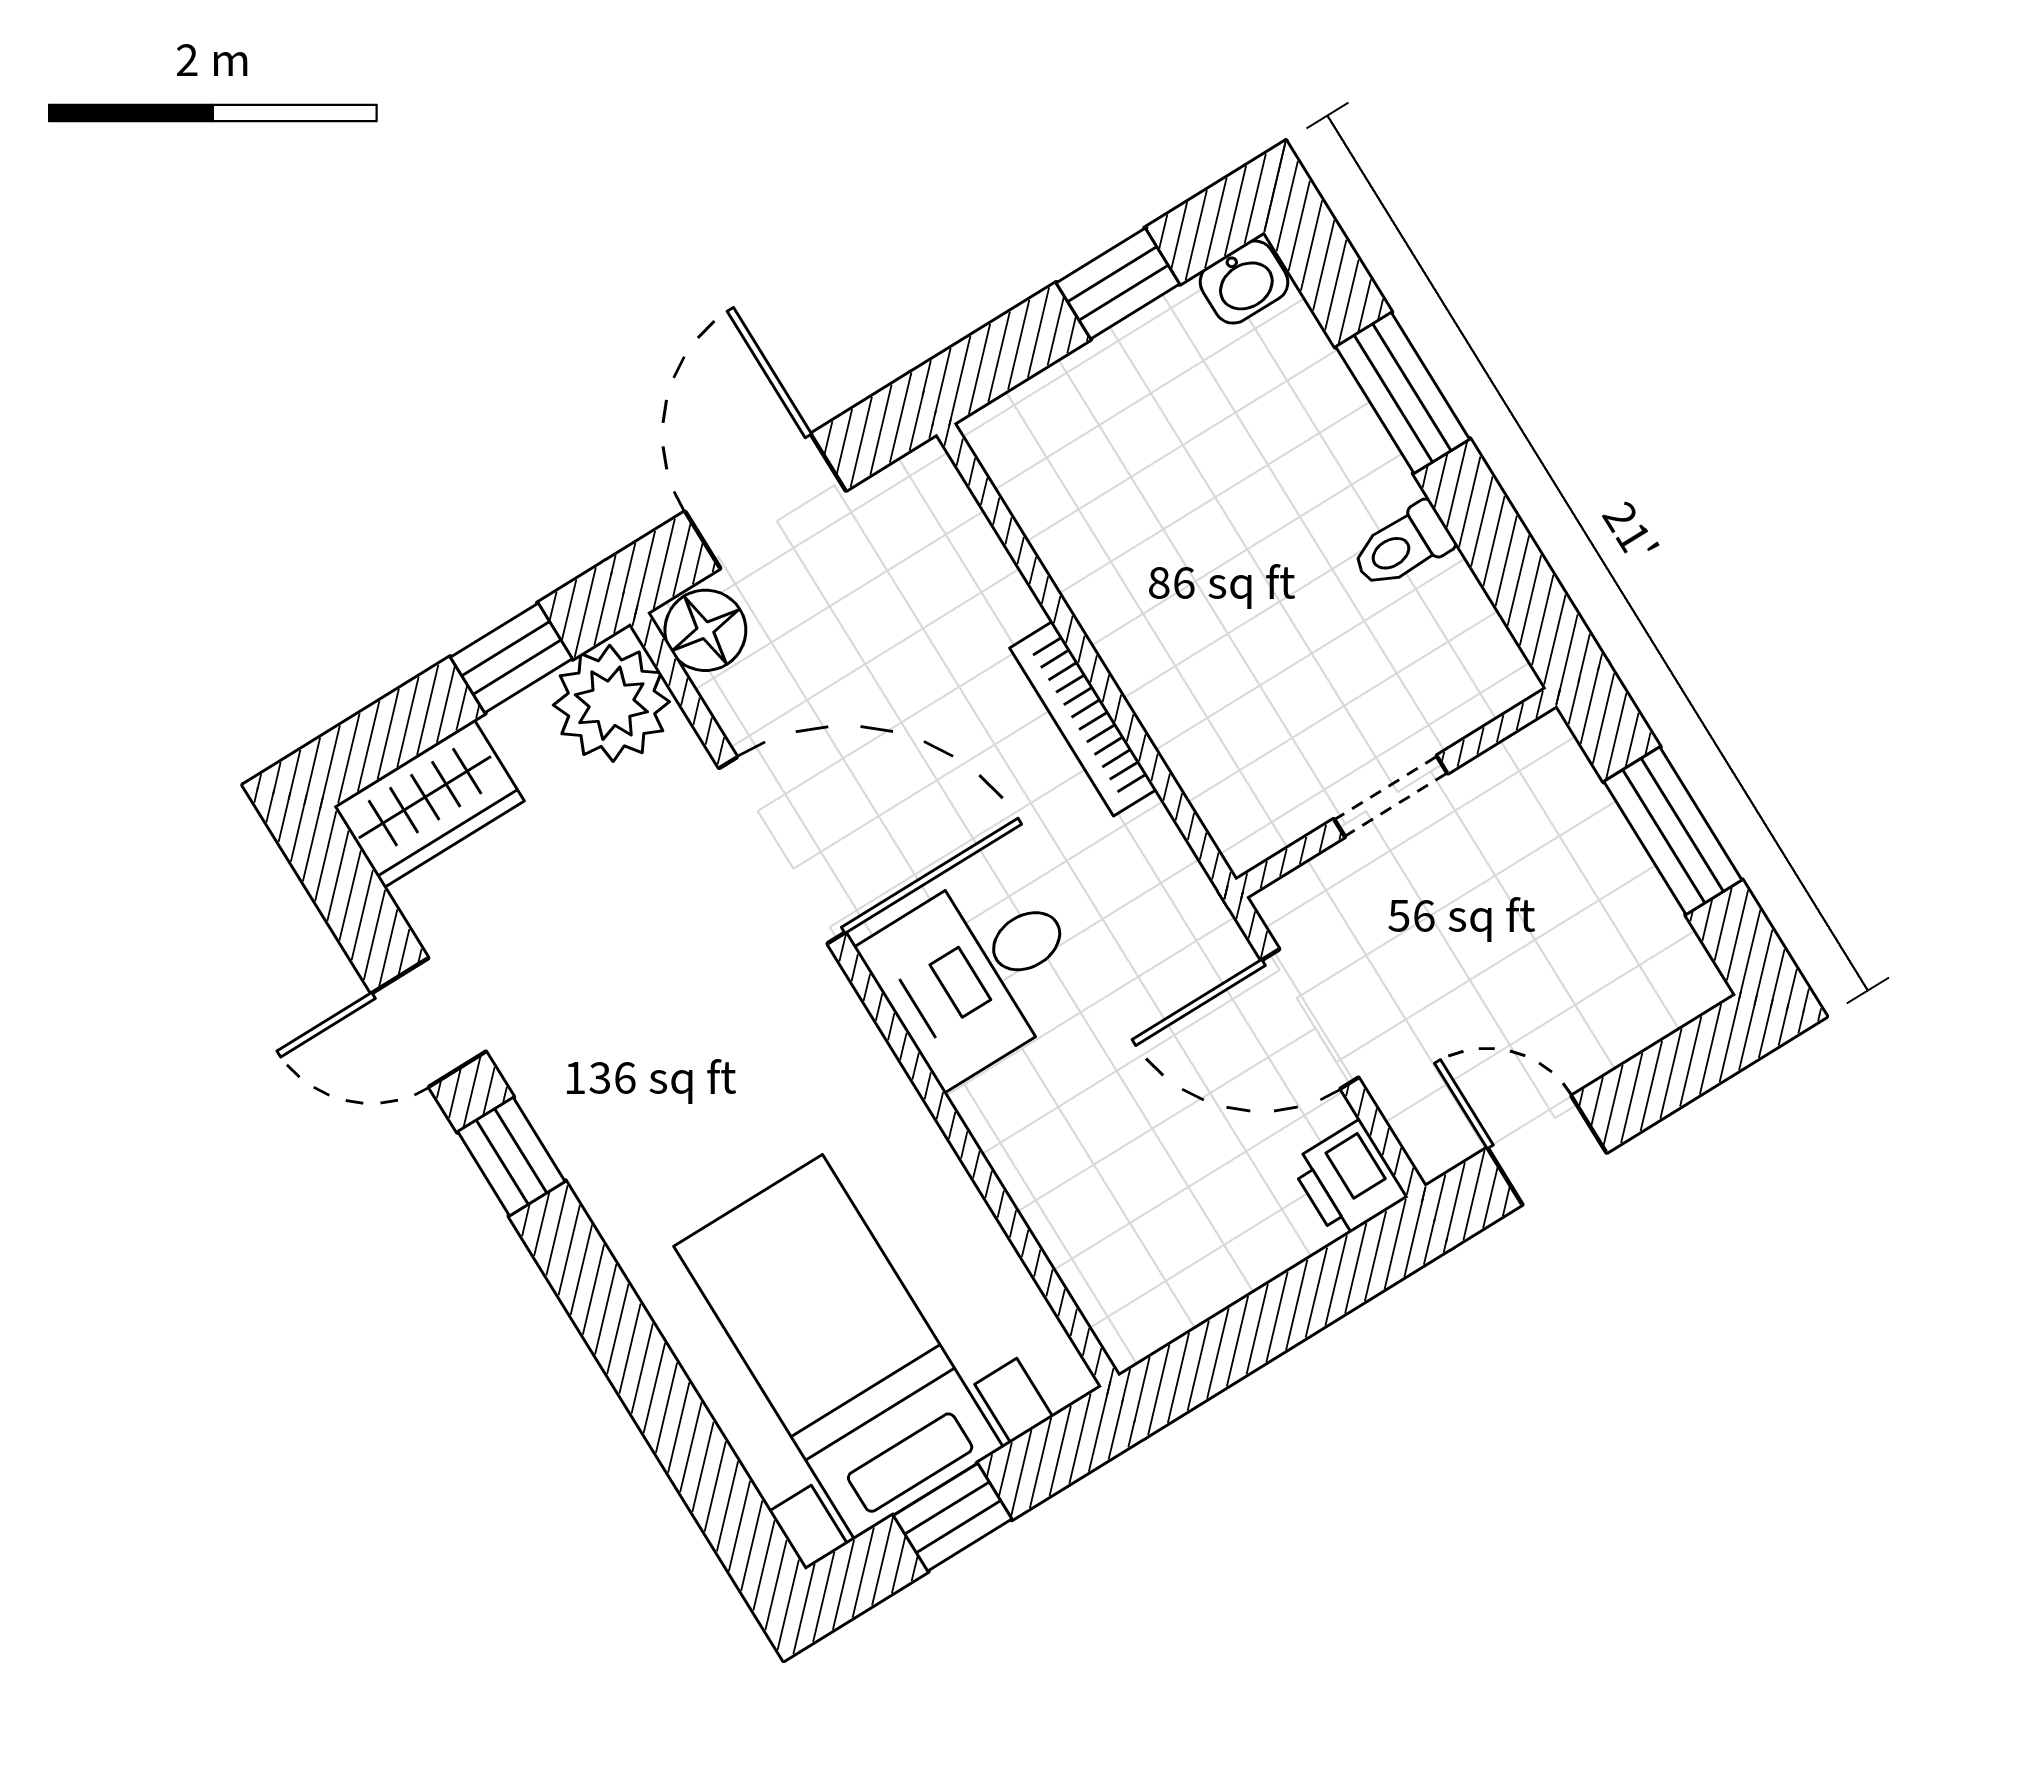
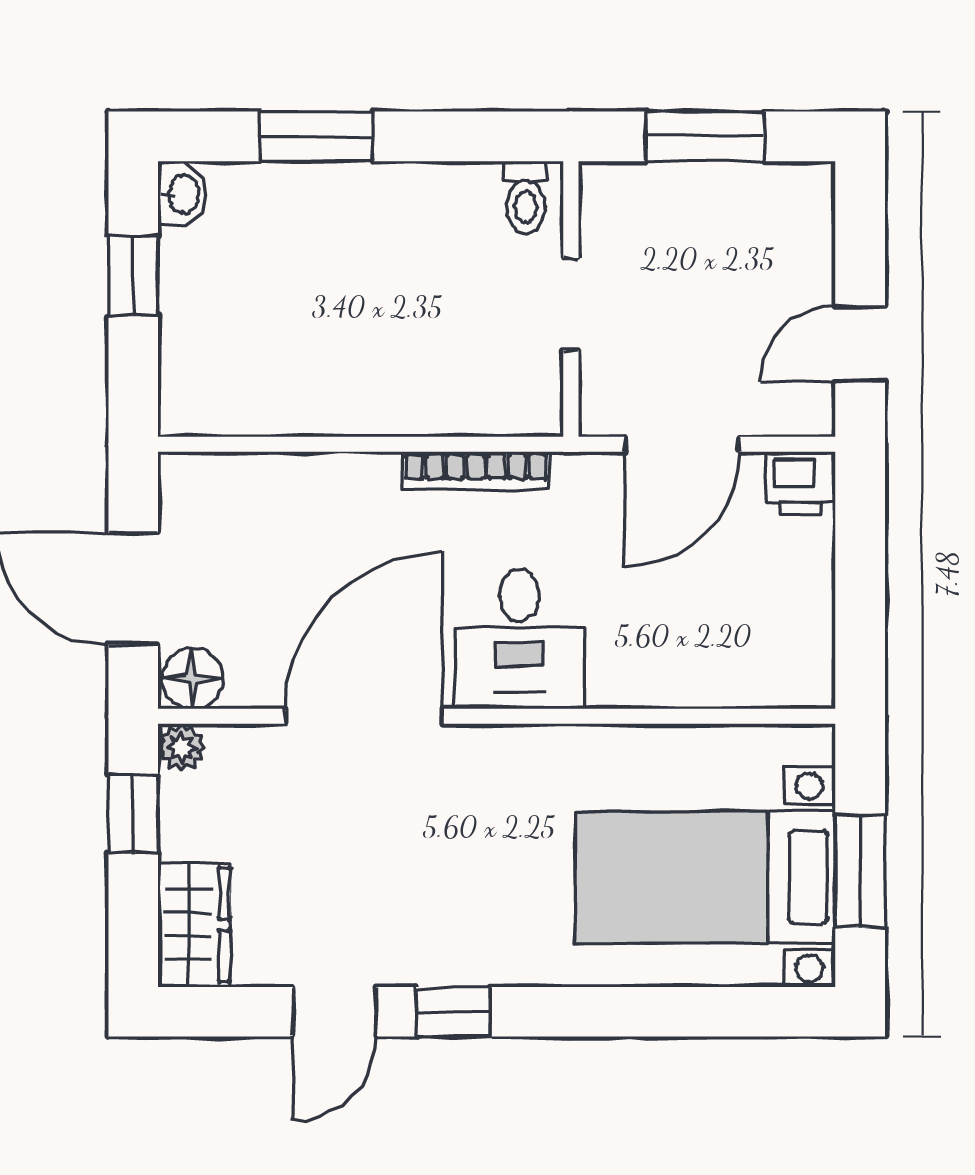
toilet: (1402, 546) -> (526, 197), moved
plant: (611, 703) -> (181, 747), width x0.53, depth x0.53
bookcase: (1083, 719) -> (476, 471), moved
window: (953, 1517) -> (860, 871), width x1.50

